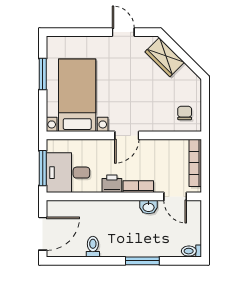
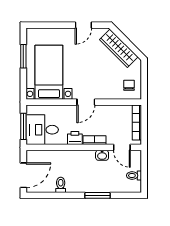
door: (123, 32) -> (83, 25), swing flipped
wardrobe: (165, 57) -> (119, 48), width x1.50
toilet: (191, 251) -> (134, 176), moved

